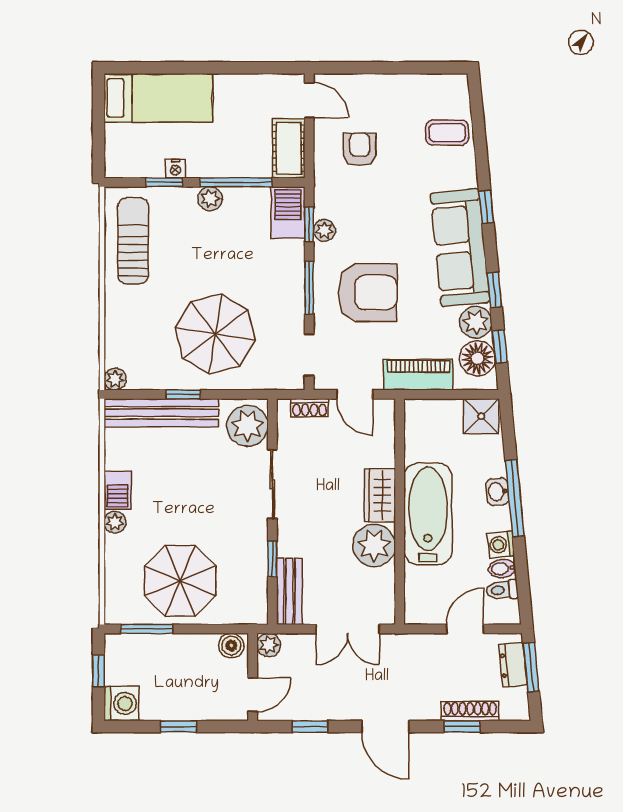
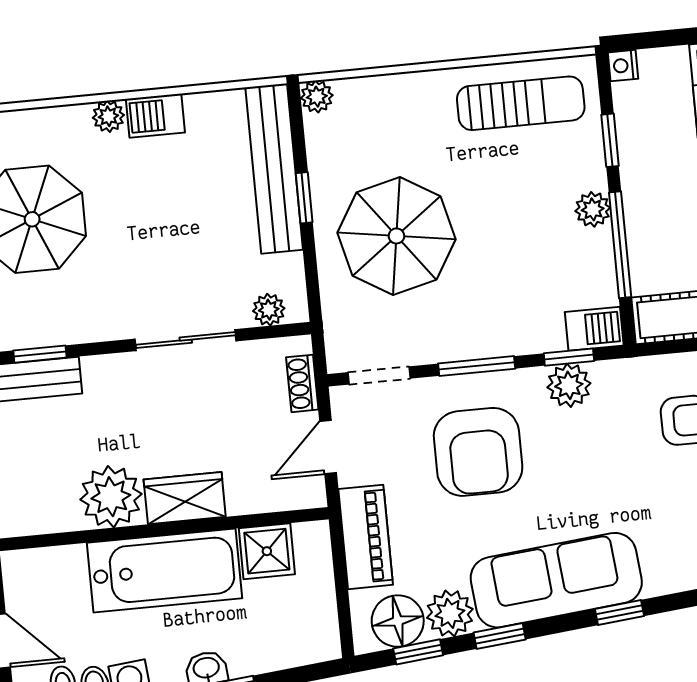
nightstand: (176, 169) -> (623, 66), moved
barbecue: (288, 213) -> (594, 329), width x0.73, depth x0.79
plant: (324, 230) -> (569, 385), width x1.38, depth x1.38
shower: (481, 416) -> (267, 551), moved
plant: (248, 426) -> (269, 310), width x0.53, depth x0.53
window: (272, 559) -> (40, 354), moved

